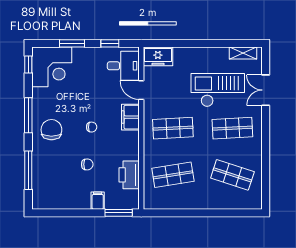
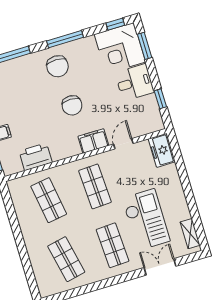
window: (72, 43) -> (145, 46), moved
desk: (123, 66) -> (135, 82), moved, turned -90
chair: (92, 127) -> (72, 105), width x1.87, depth x1.87
chair: (51, 130) -> (58, 66), turned 90
chair: (87, 164) -> (34, 112), removed
shop shelf: (232, 175) -> (66, 259), turned -30

